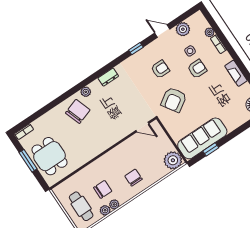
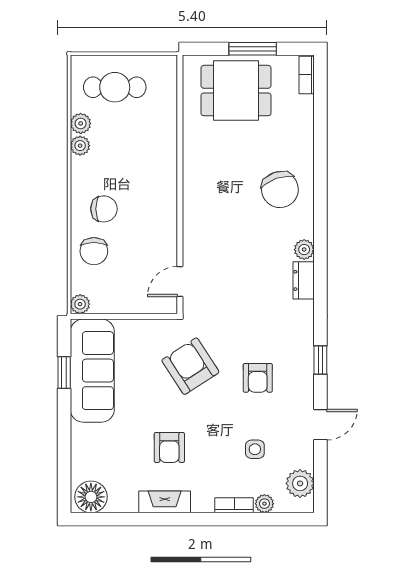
plant: (183, 29) -> (300, 483), moved
armchair: (197, 69) -> (169, 447), moved
plant: (86, 92) -> (304, 250), moved
plant: (173, 160) -> (80, 304), width x0.53, depth x0.53
chair: (103, 189) -> (94, 251), moved

